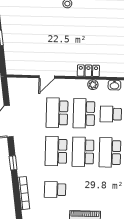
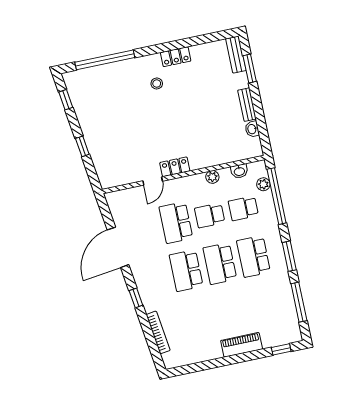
locker: (88, 71) -> (175, 167), moved
school desk: (84, 113) -> (210, 215), width x0.54
school desk: (55, 190) -> (196, 319), removed

